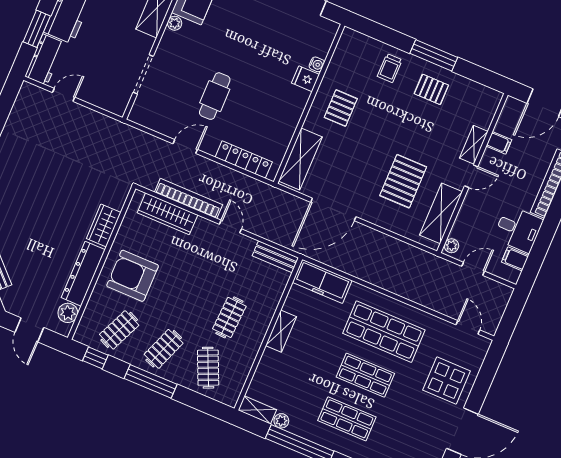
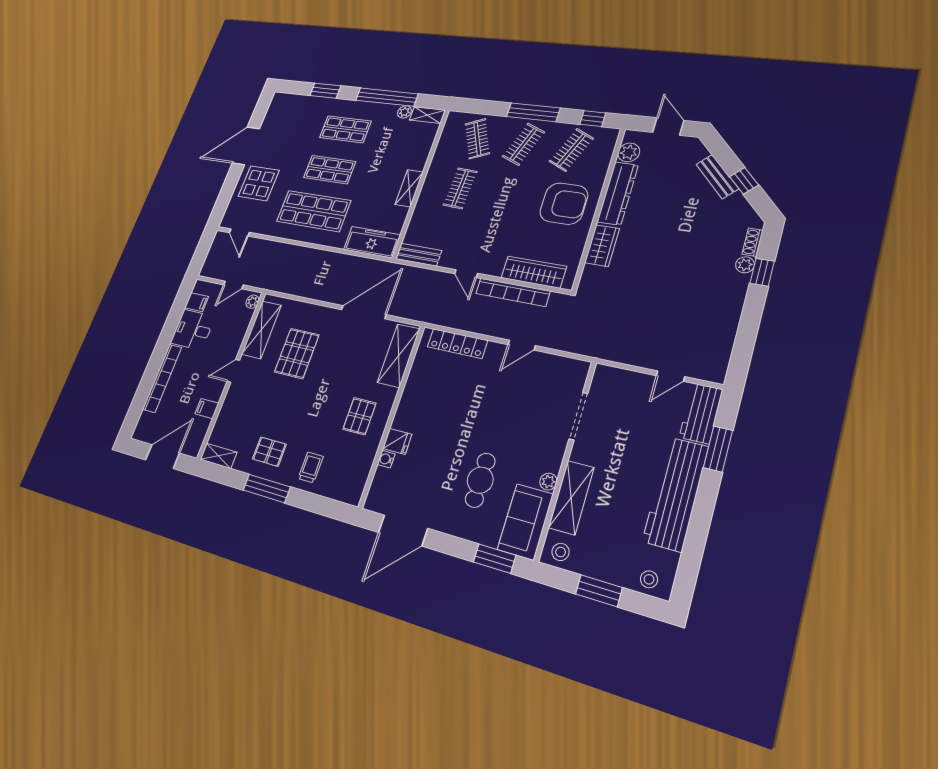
cafe table: (215, 96) -> (480, 480), moved
shelving: (474, 145) -> (218, 456), moved, turned 90

